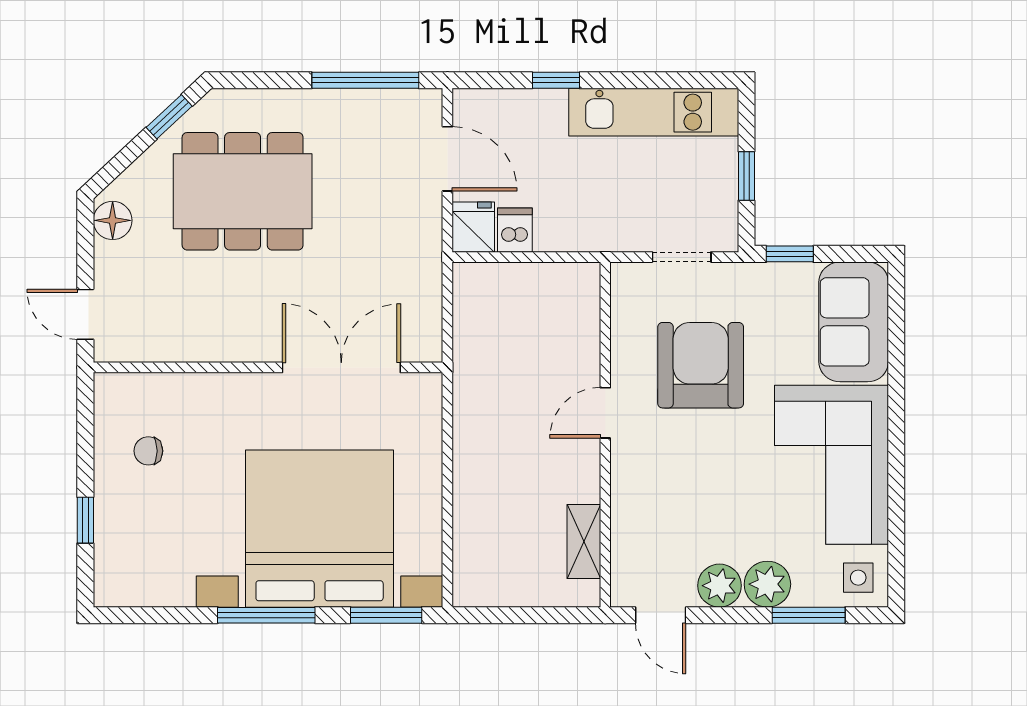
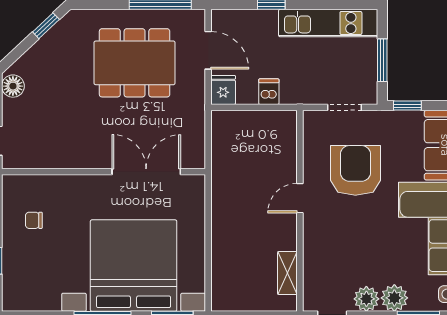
window: (746, 176) -> (382, 60), width x1.50
dining table: (243, 191) -> (135, 63), moved
dishwasher: (515, 230) -> (269, 92), moved

